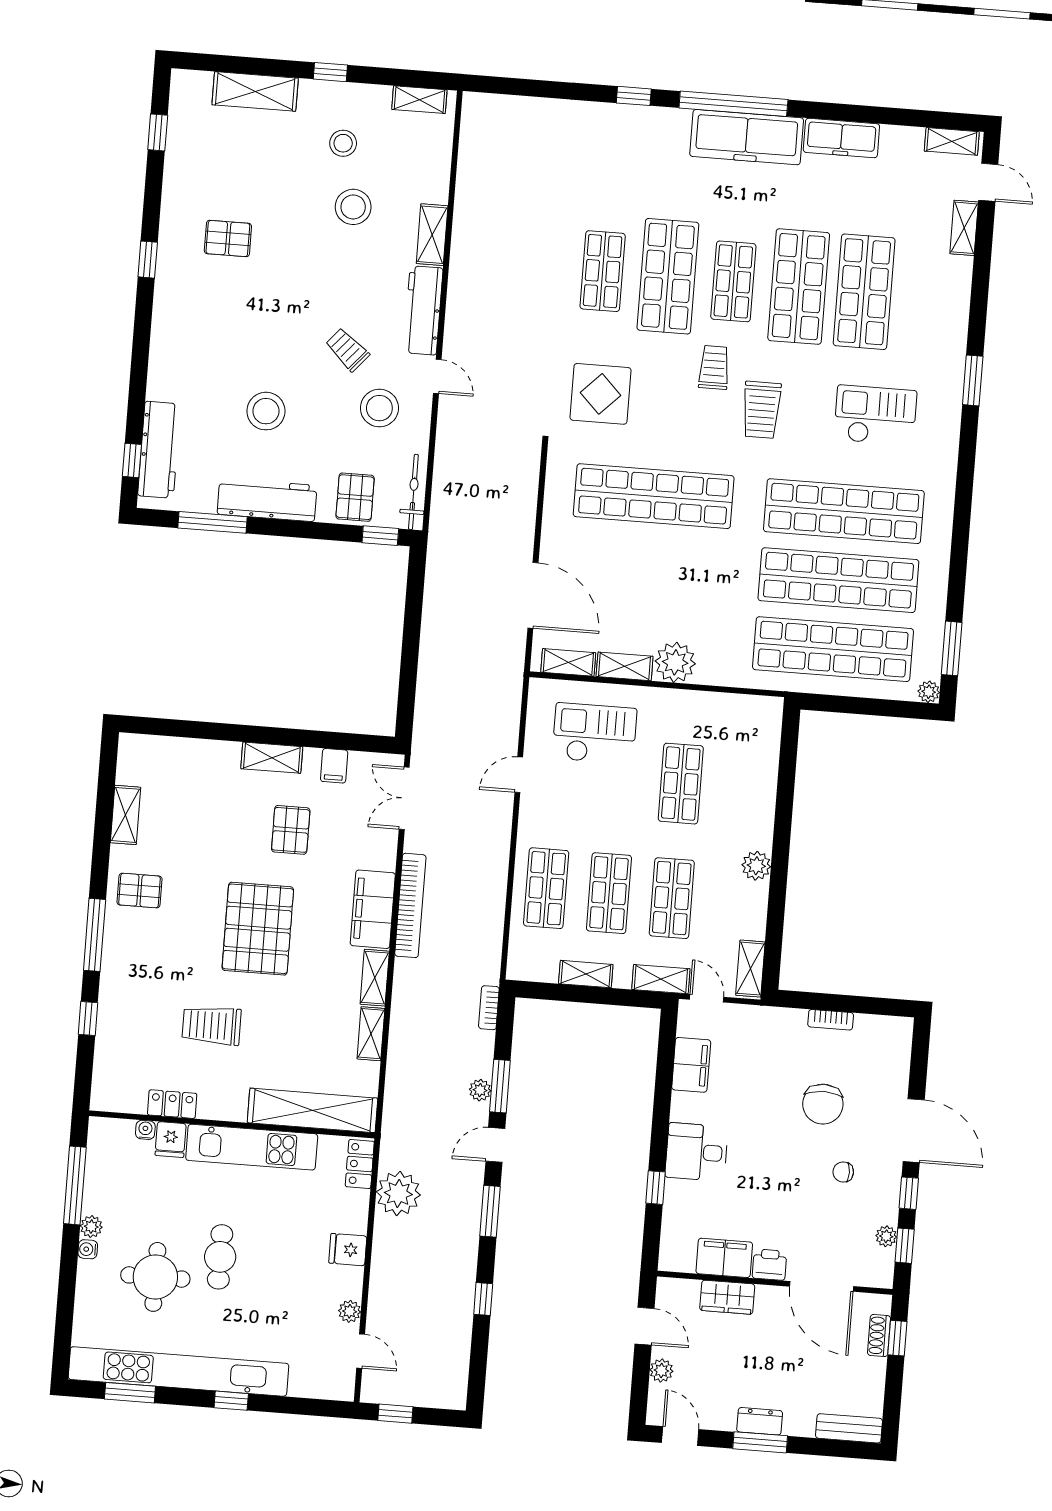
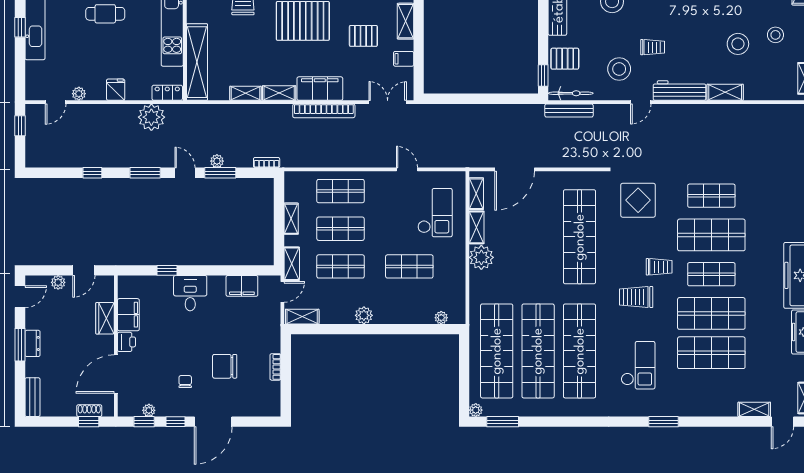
trolley: (347, 350) -> (653, 47), turned 49
bench: (442, 497) -> (569, 110), added
plant: (770, 737) -> (441, 318), added

